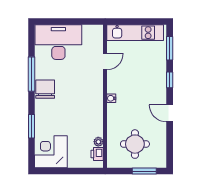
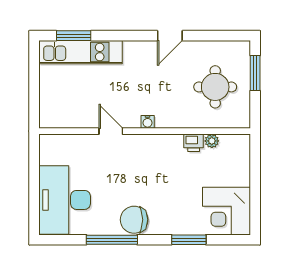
kitchen unit: (135, 33) -> (81, 52), moved, turned 90
door: (105, 62) -> (111, 131), moved
window: (170, 80) -> (120, 36), removed
printer: (97, 154) -> (194, 143), moved

